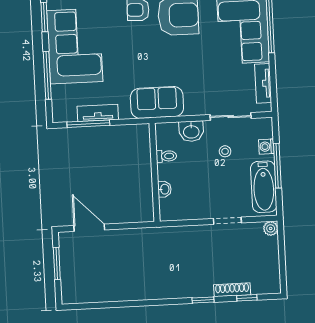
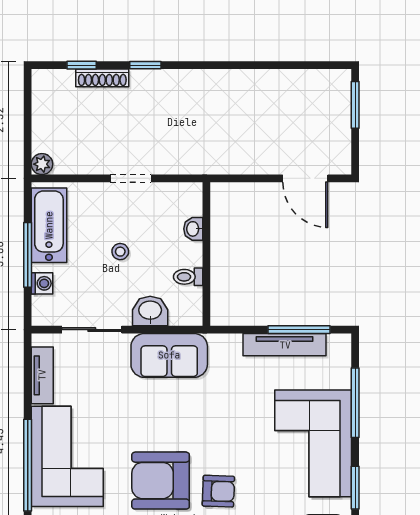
sofa: (157, 102) -> (169, 355), moved
tv unit: (98, 113) -> (285, 345), width x1.41
stool: (225, 151) -> (120, 252), moved
doorway: (227, 221) -> (131, 178), moved
window: (57, 263) -> (355, 105), moved

